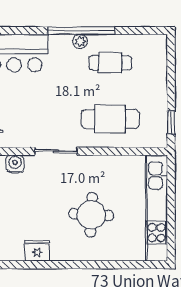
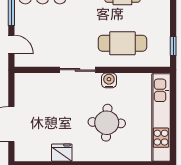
water cooler: (15, 164) -> (109, 80), moved

